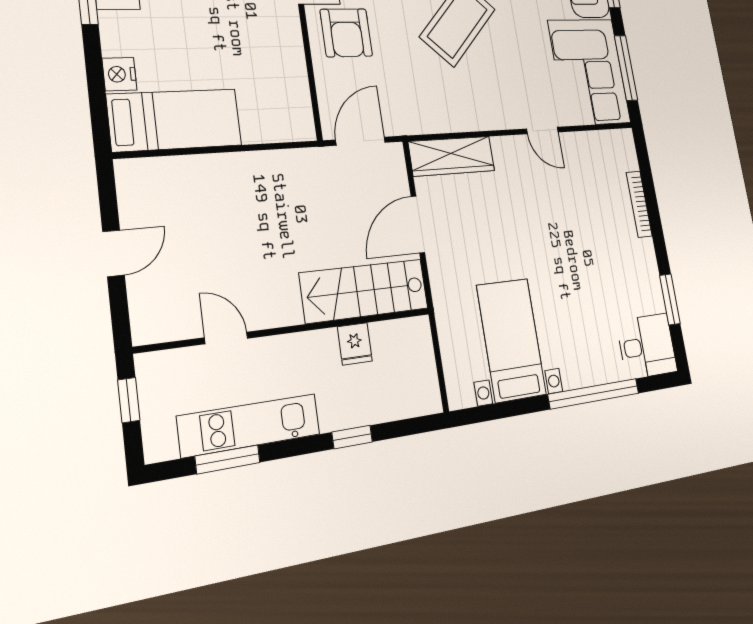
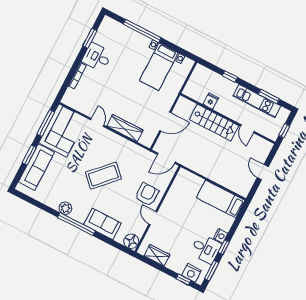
nightstand: (119, 74) -> (221, 236), moved
wardrobe: (452, 156) -> (125, 128), moved
door: (114, 253) -> (263, 172), hinge flipped
stairs: (364, 291) -> (214, 123), moved
desk: (647, 346) -> (97, 57), moved

